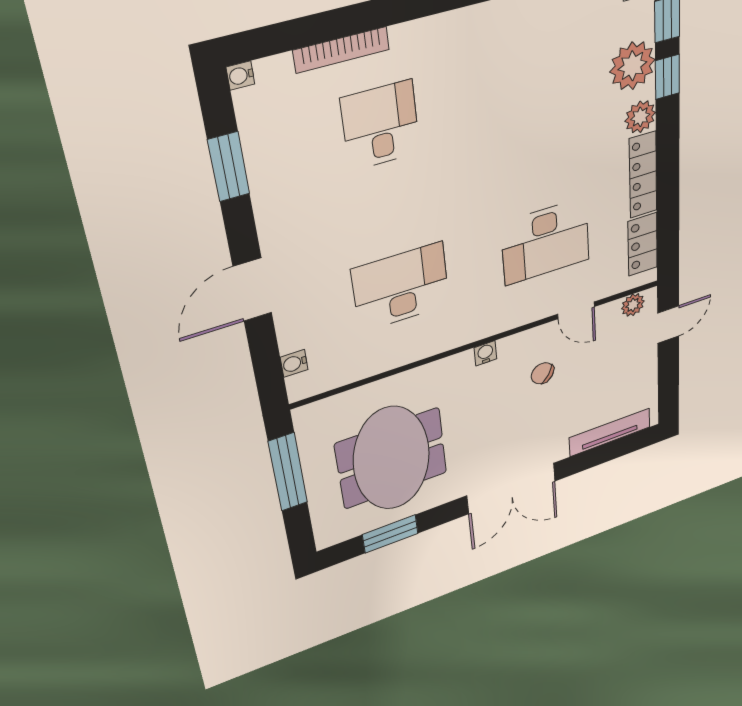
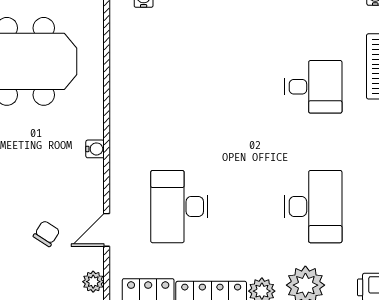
desk: (401, 287) -> (313, 207), moved
chair: (542, 373) -> (47, 234), moved

